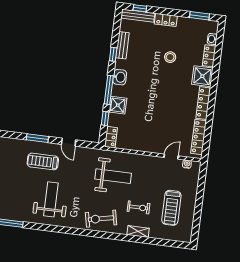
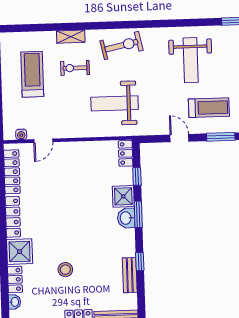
washbasin: (120, 77) -> (126, 218), moved
window: (109, 90) -> (138, 214), width x0.69

